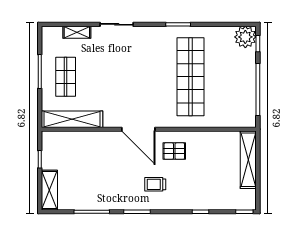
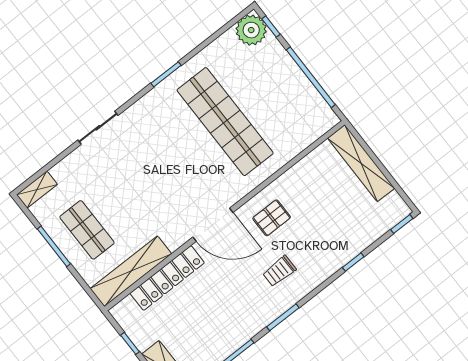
shelving: (77, 32) -> (37, 190), moved
locker: (89, 139) -> (167, 278), added

